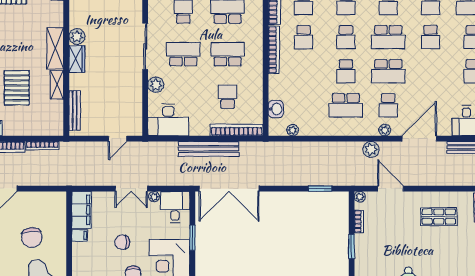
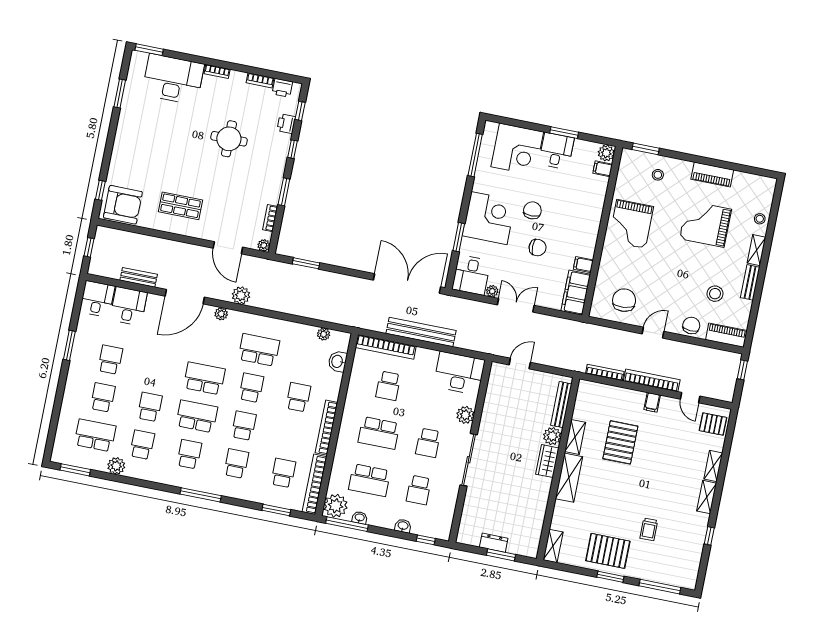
plant: (77, 37) -> (552, 436), moved
school desk: (304, 37) -> (298, 397), moved
school desk: (183, 54) -> (428, 443), width x0.54
school desk: (388, 105) -> (212, 341), removed
chair: (32, 238) -> (624, 300), moved

